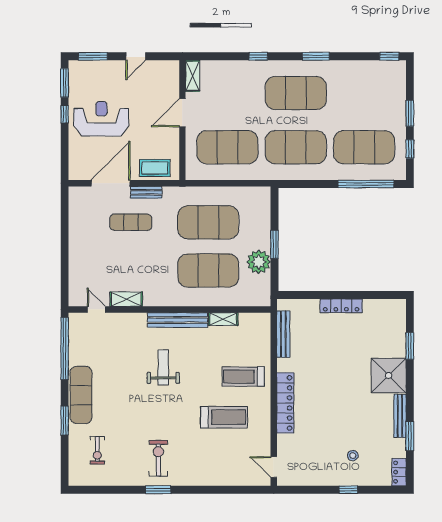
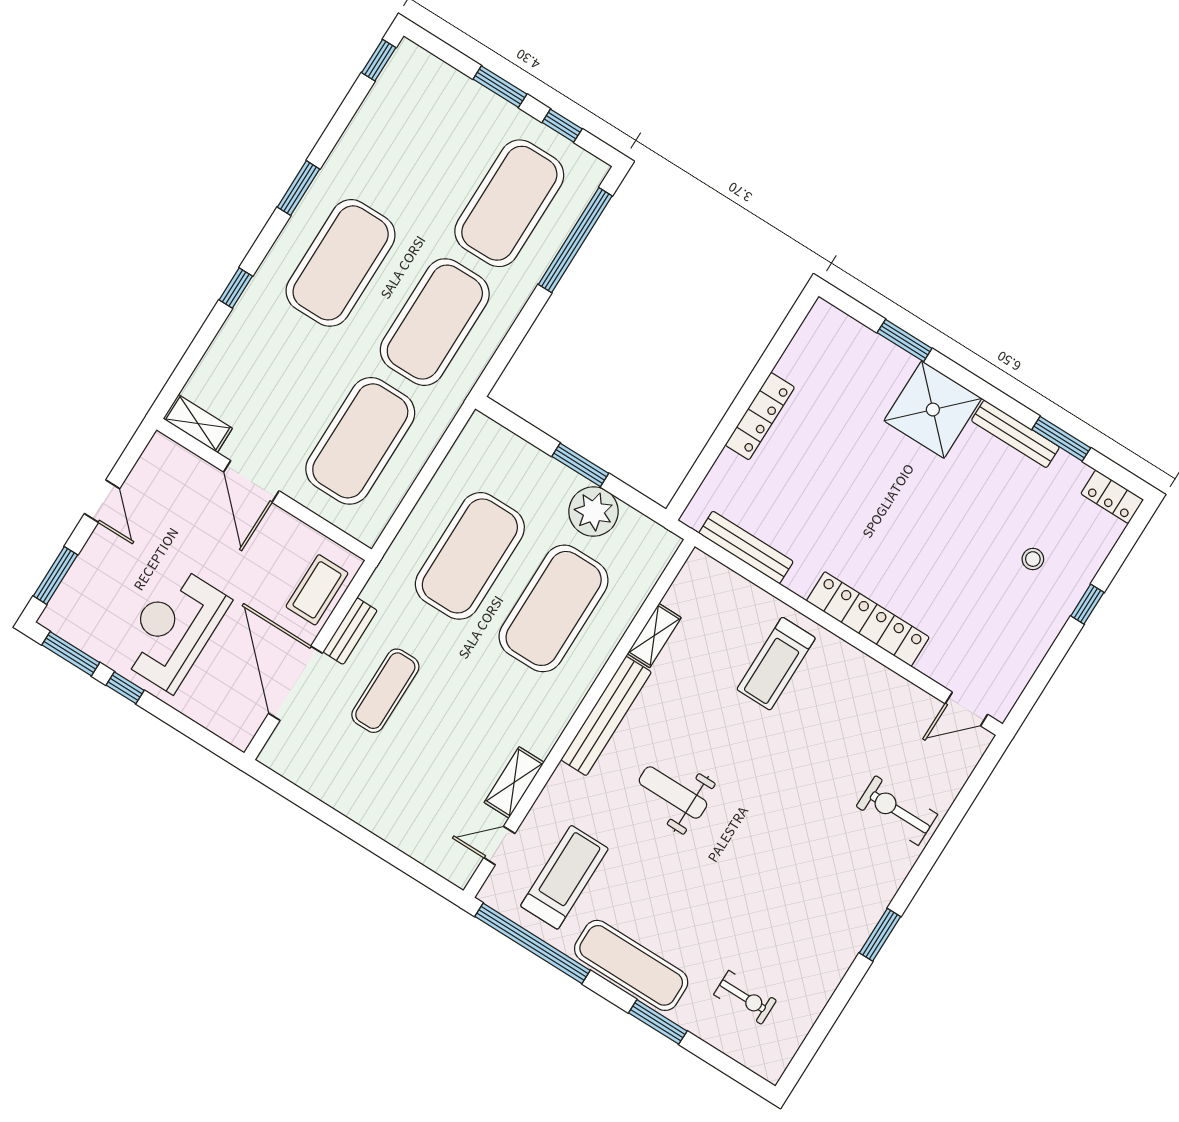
treadmill: (224, 417) -> (564, 877), moved
exercise bike: (158, 458) -> (897, 810), moved

